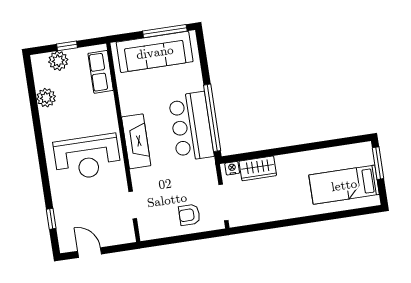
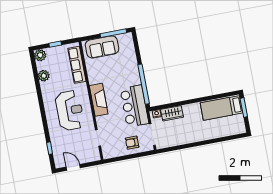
sofa: (155, 52) -> (102, 47), width x0.73
plant: (58, 61) -> (40, 55), moved
row of seats: (101, 72) -> (77, 65), width x1.48
bar counter: (191, 126) -> (134, 106), moved
reception desk: (87, 157) -> (70, 110), turned -90
bed: (344, 185) -> (221, 108), moved

